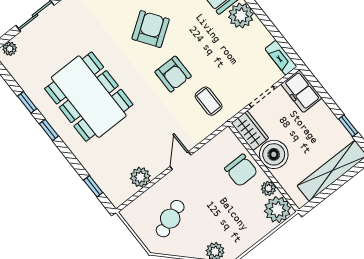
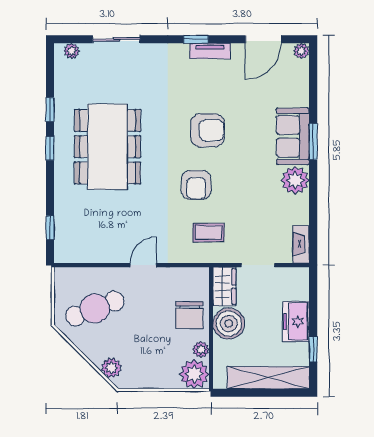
armchair: (151, 29) -> (207, 130), turned 35
freezer: (301, 91) -> (296, 322), moved
coffee table: (209, 101) -> (208, 233), turned 90
plant: (140, 177) -> (97, 252), removed
cafe table: (170, 219) -> (95, 308), width x1.37, depth x1.35

